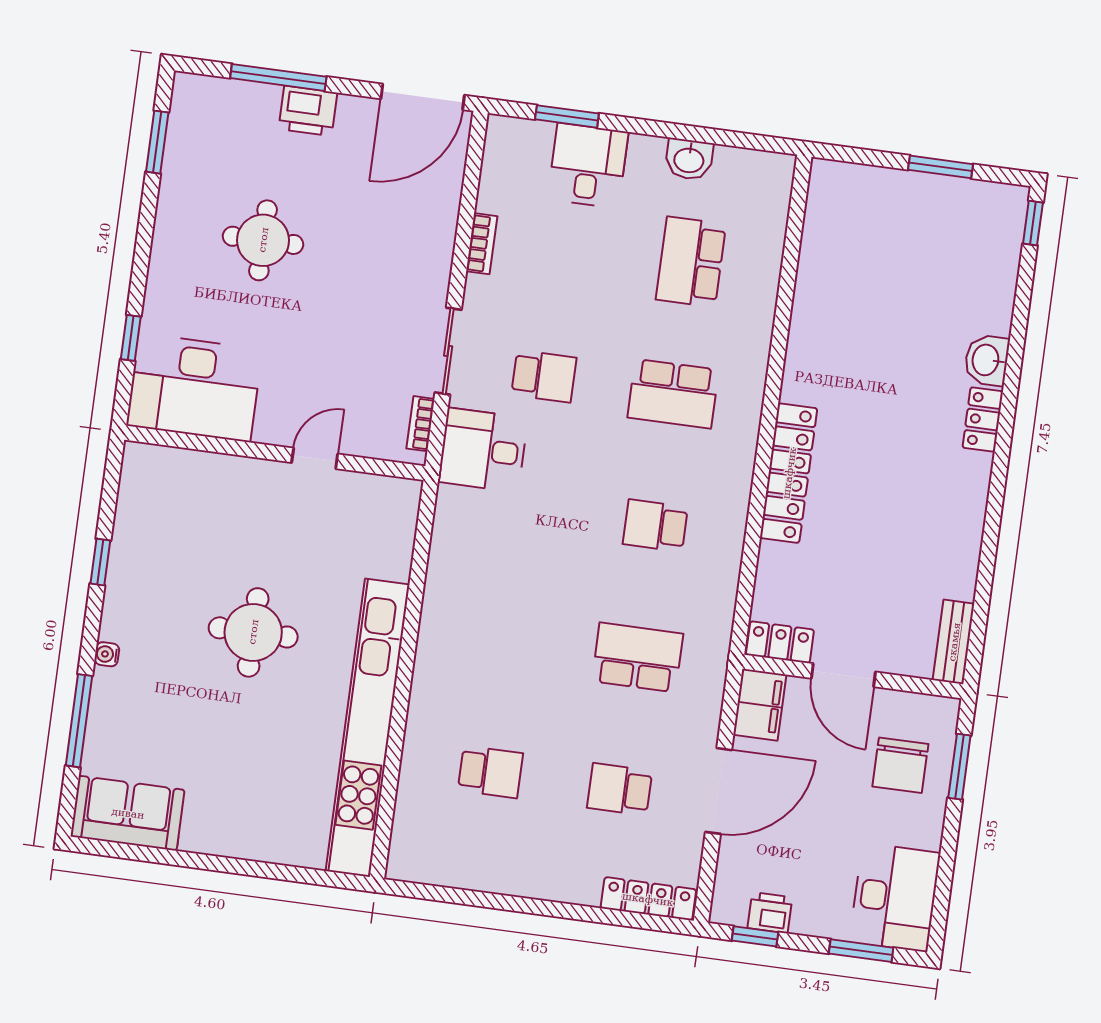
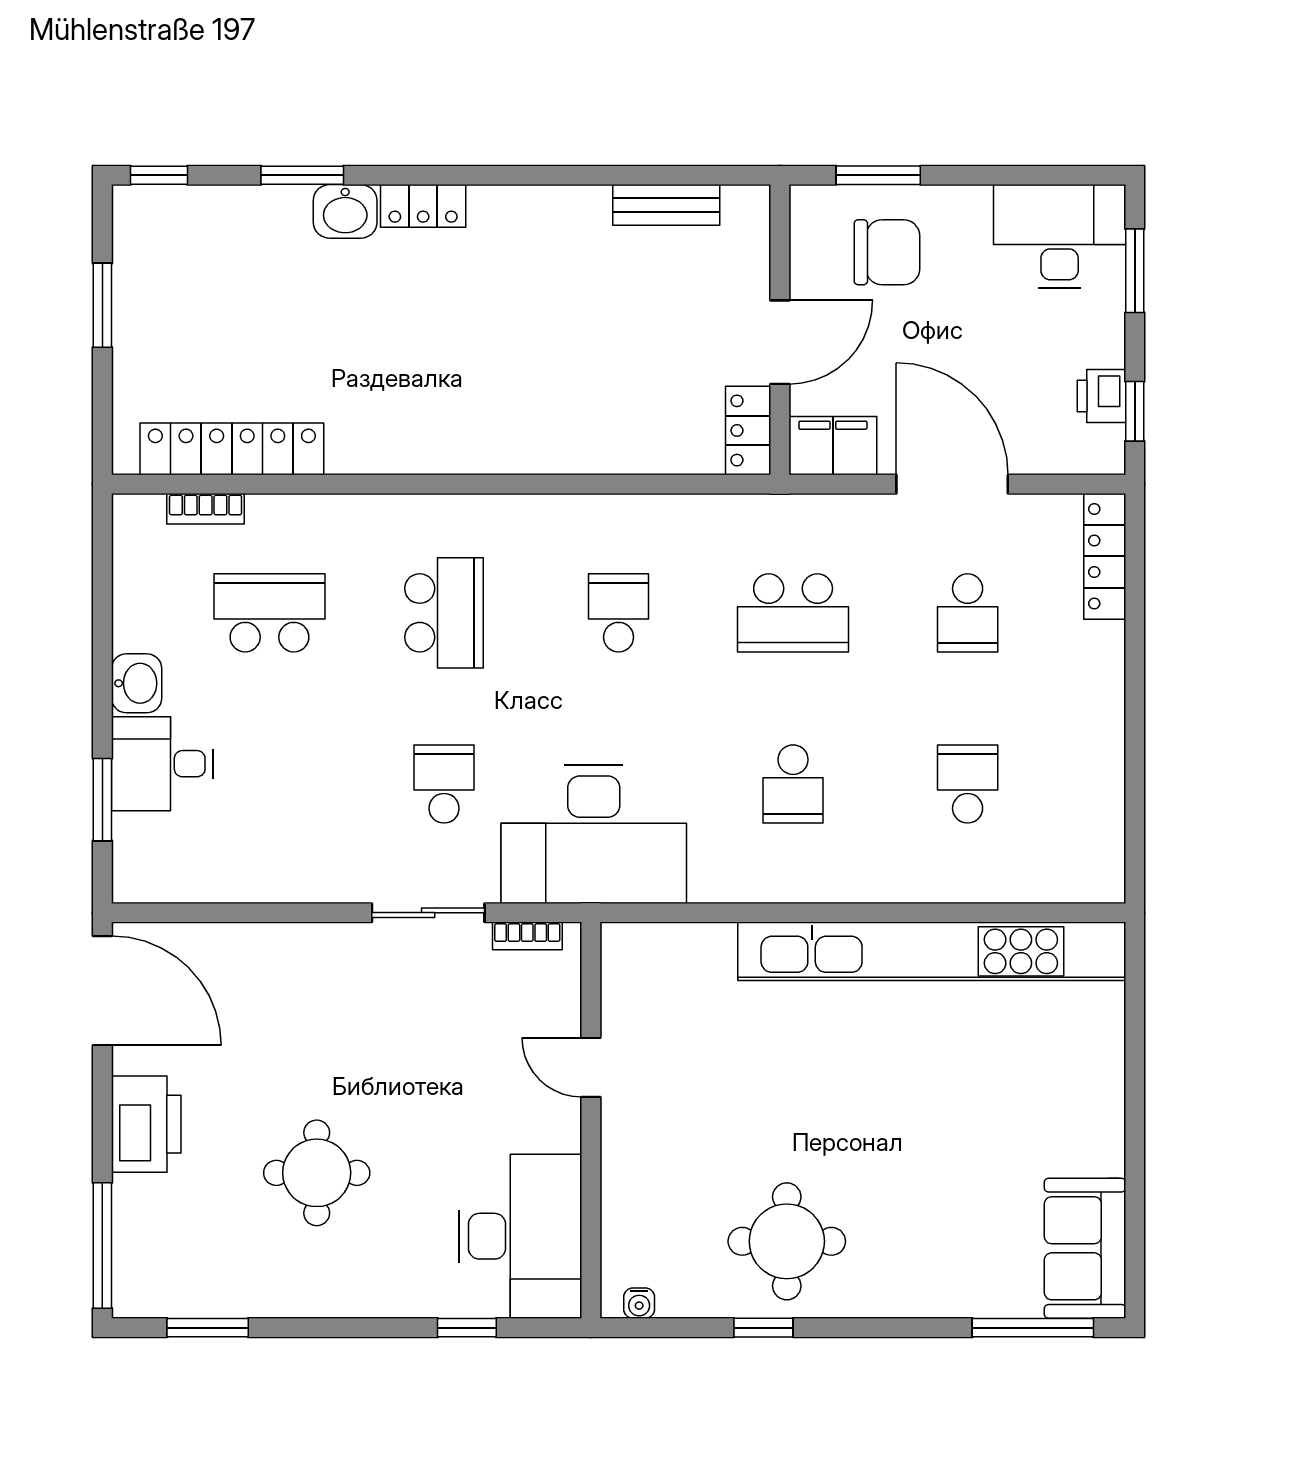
window: (278, 77) -> (102, 1246), moved
printer: (308, 111) -> (146, 1124), width x1.37, depth x1.19
washbasin: (689, 159) -> (137, 683), moved
bookcase: (482, 244) -> (206, 509), moved, turned 180
school desk: (691, 262) -> (269, 613), turned 180
window: (1018, 331) -> (302, 175), added
desk: (483, 450) -> (594, 834), width x1.87, depth x1.30
locker: (789, 473) -> (232, 449), moved
school desk: (655, 526) -> (619, 613), turned 180
round table: (253, 632) -> (787, 1241), moved
school desk: (508, 640) -> (793, 784), added
bench: (954, 642) -> (666, 205), moved
water cooler: (107, 654) -> (639, 1303), moved
school desk: (637, 657) -> (793, 613), turned -90
window: (79, 721) -> (1033, 1328), moved

